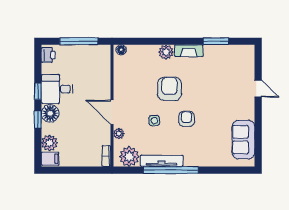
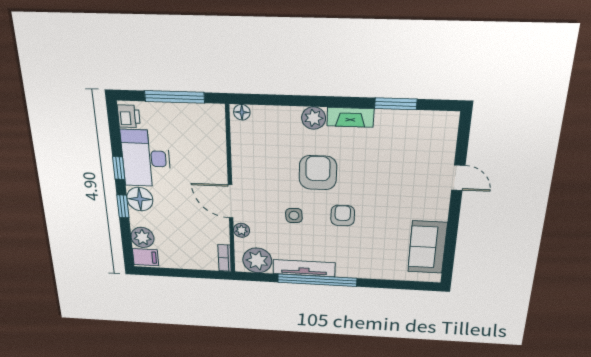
desk: (57, 89) -> (146, 158), width x1.37

